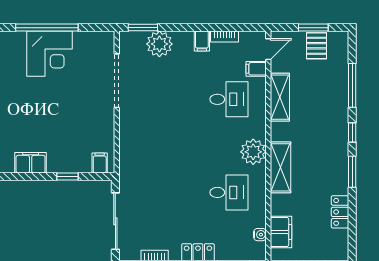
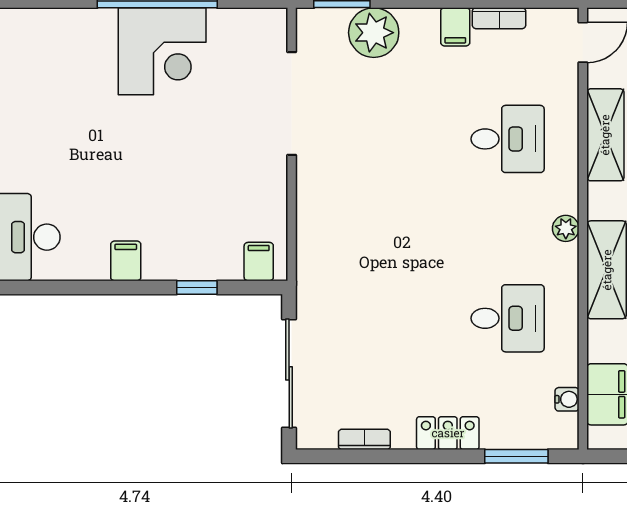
filing cabinet: (256, 69) -> (560, 80), removed
plant: (253, 152) -> (566, 228), width x0.53, depth x0.53
filing cabinet: (31, 163) -> (126, 261), width x0.50

